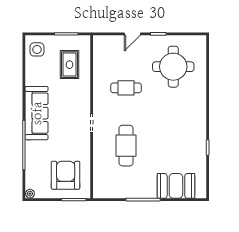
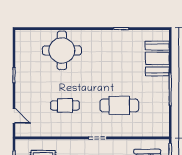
door: (132, 34) -> (14, 116), moved
round table: (173, 67) -> (62, 50), moved
cafe table: (126, 88) -> (65, 105), turned 90

